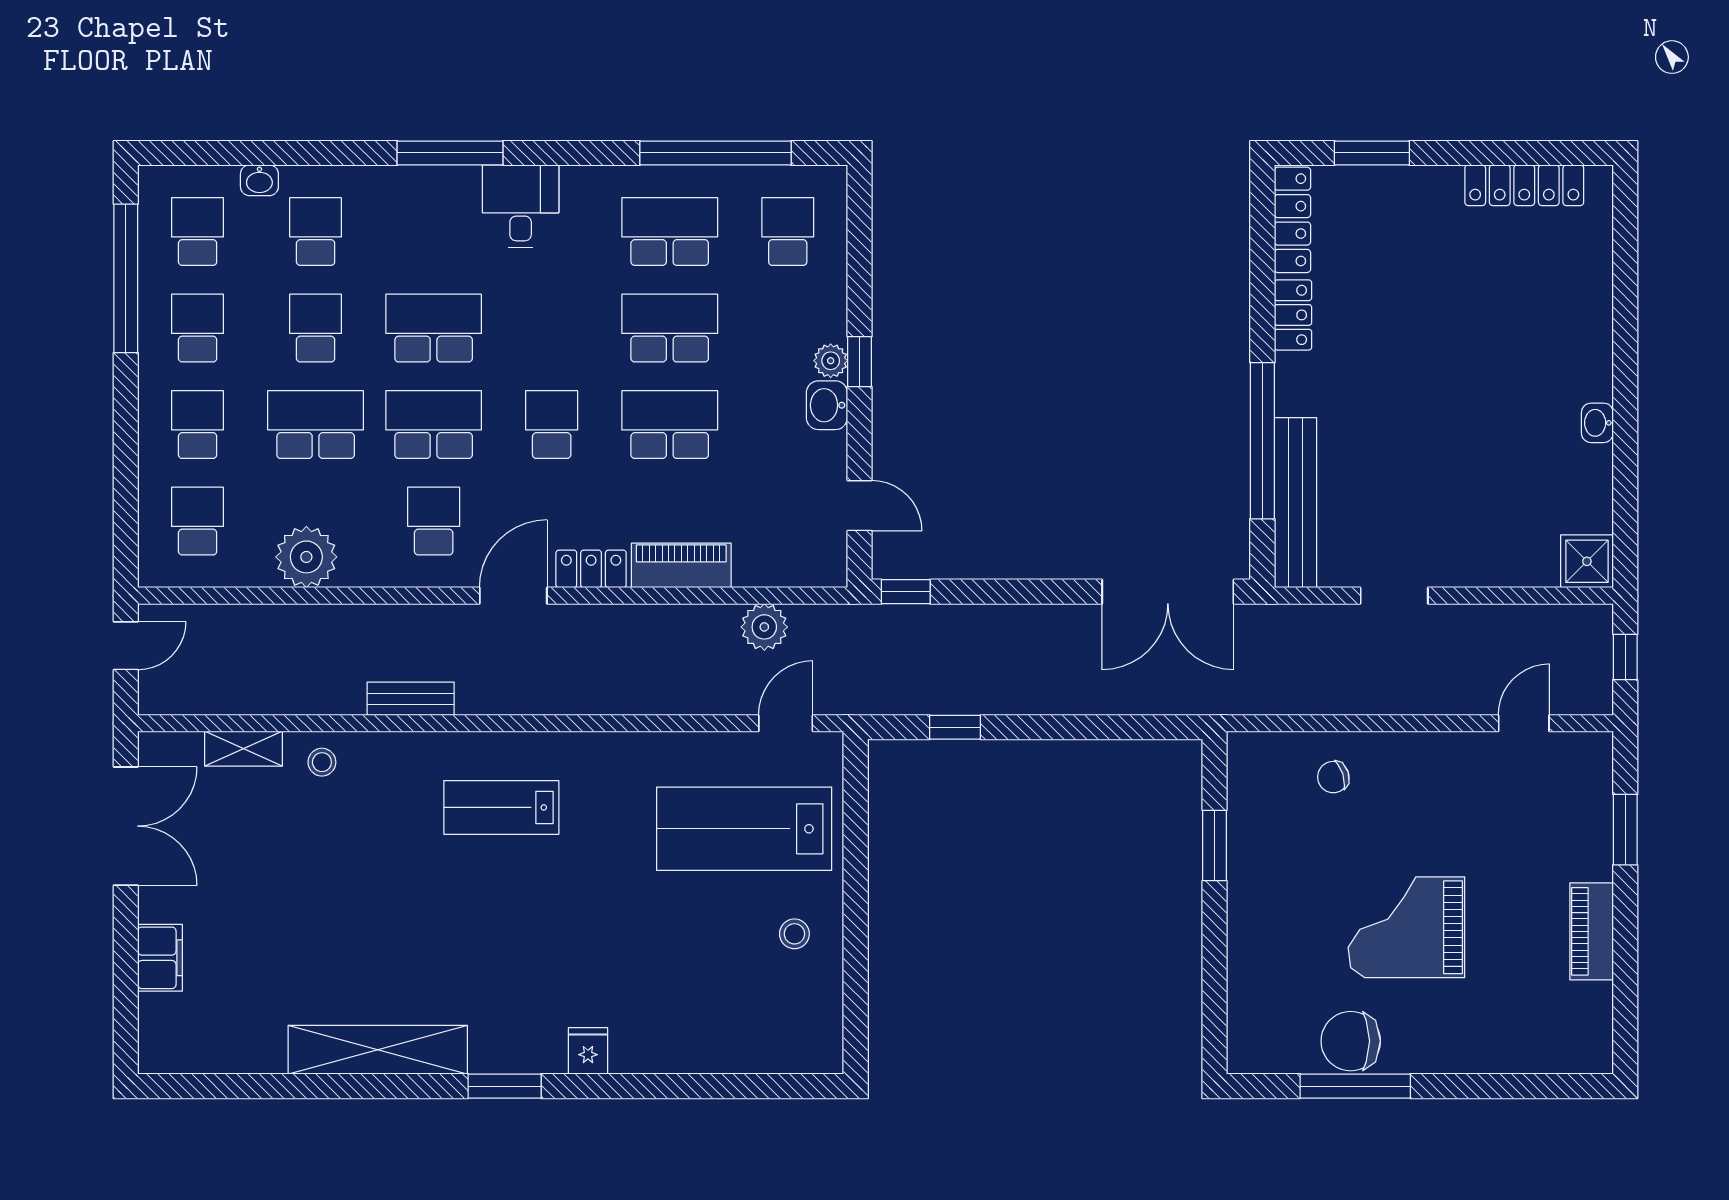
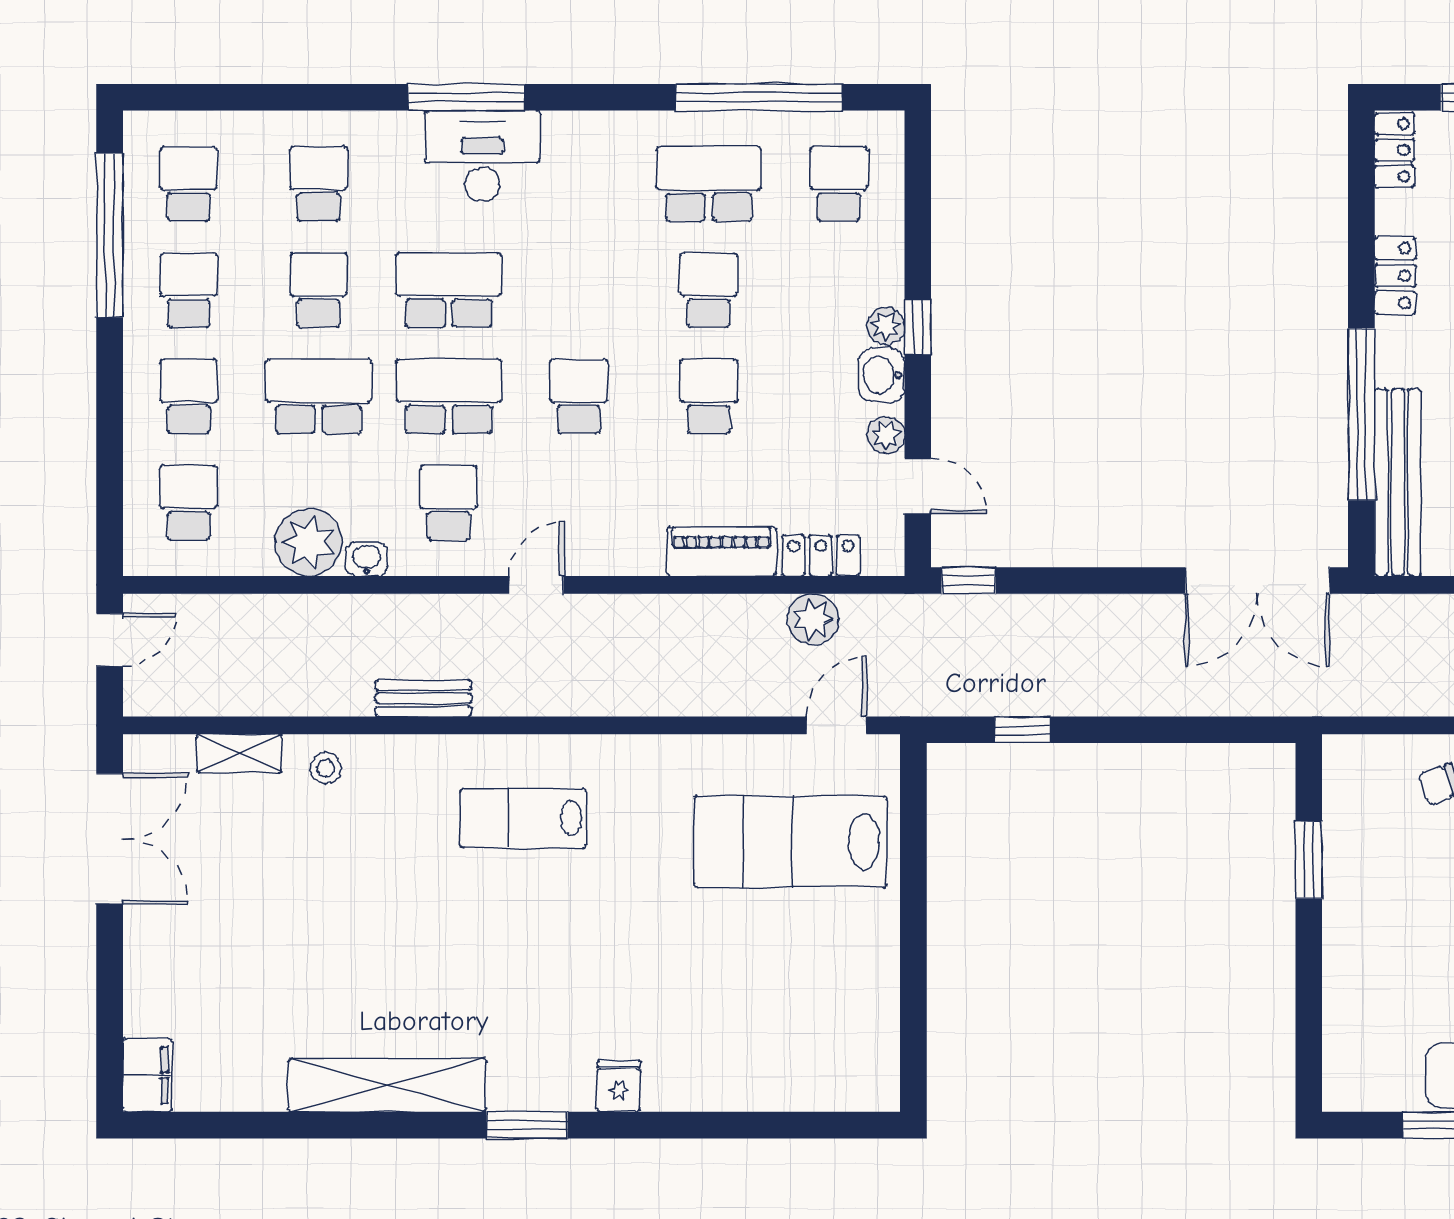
washbasin: (259, 180) -> (367, 559), moved, turned 180
desk: (521, 206) -> (482, 156), moved, width x1.37
locker: (1292, 220) -> (1395, 150), width x0.66
school desk: (670, 328) -> (709, 290), width x0.54
school desk: (670, 425) -> (709, 396), width x0.54
plant: (831, 460) -> (886, 435), added
locker: (591, 569) -> (821, 555), moved
door: (513, 596) -> (536, 585), width x0.73
stool: (794, 934) -> (846, 957), removed
filing cabinet: (160, 958) -> (147, 1075), moved

